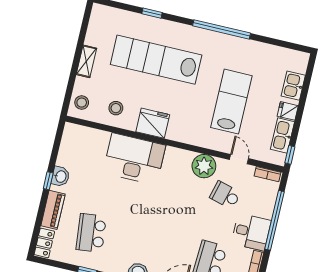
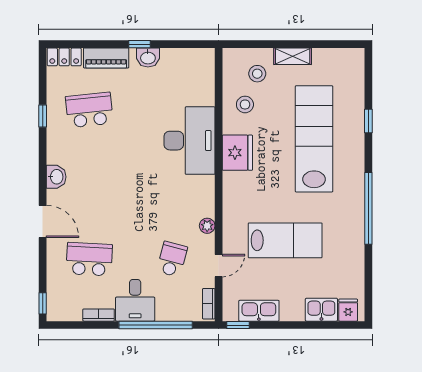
stool: (82, 103) -> (257, 74), moved
fridge: (288, 111) -> (348, 310), moved
plant: (204, 166) -> (207, 226), width x0.53, depth x0.53

